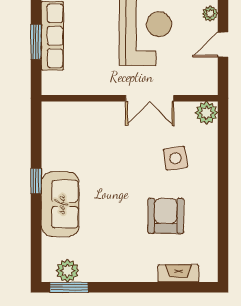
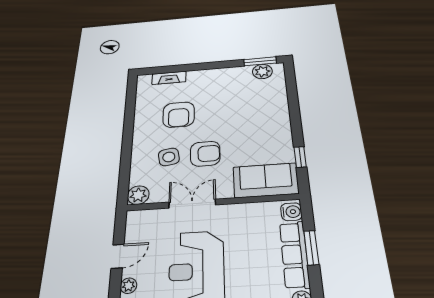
water cooler: (51, 82) -> (291, 212), added
armchair: (136, 159) -> (205, 154), added
window: (36, 181) -> (300, 157), moved
sofa: (60, 204) -> (266, 180), moved, turned 90

